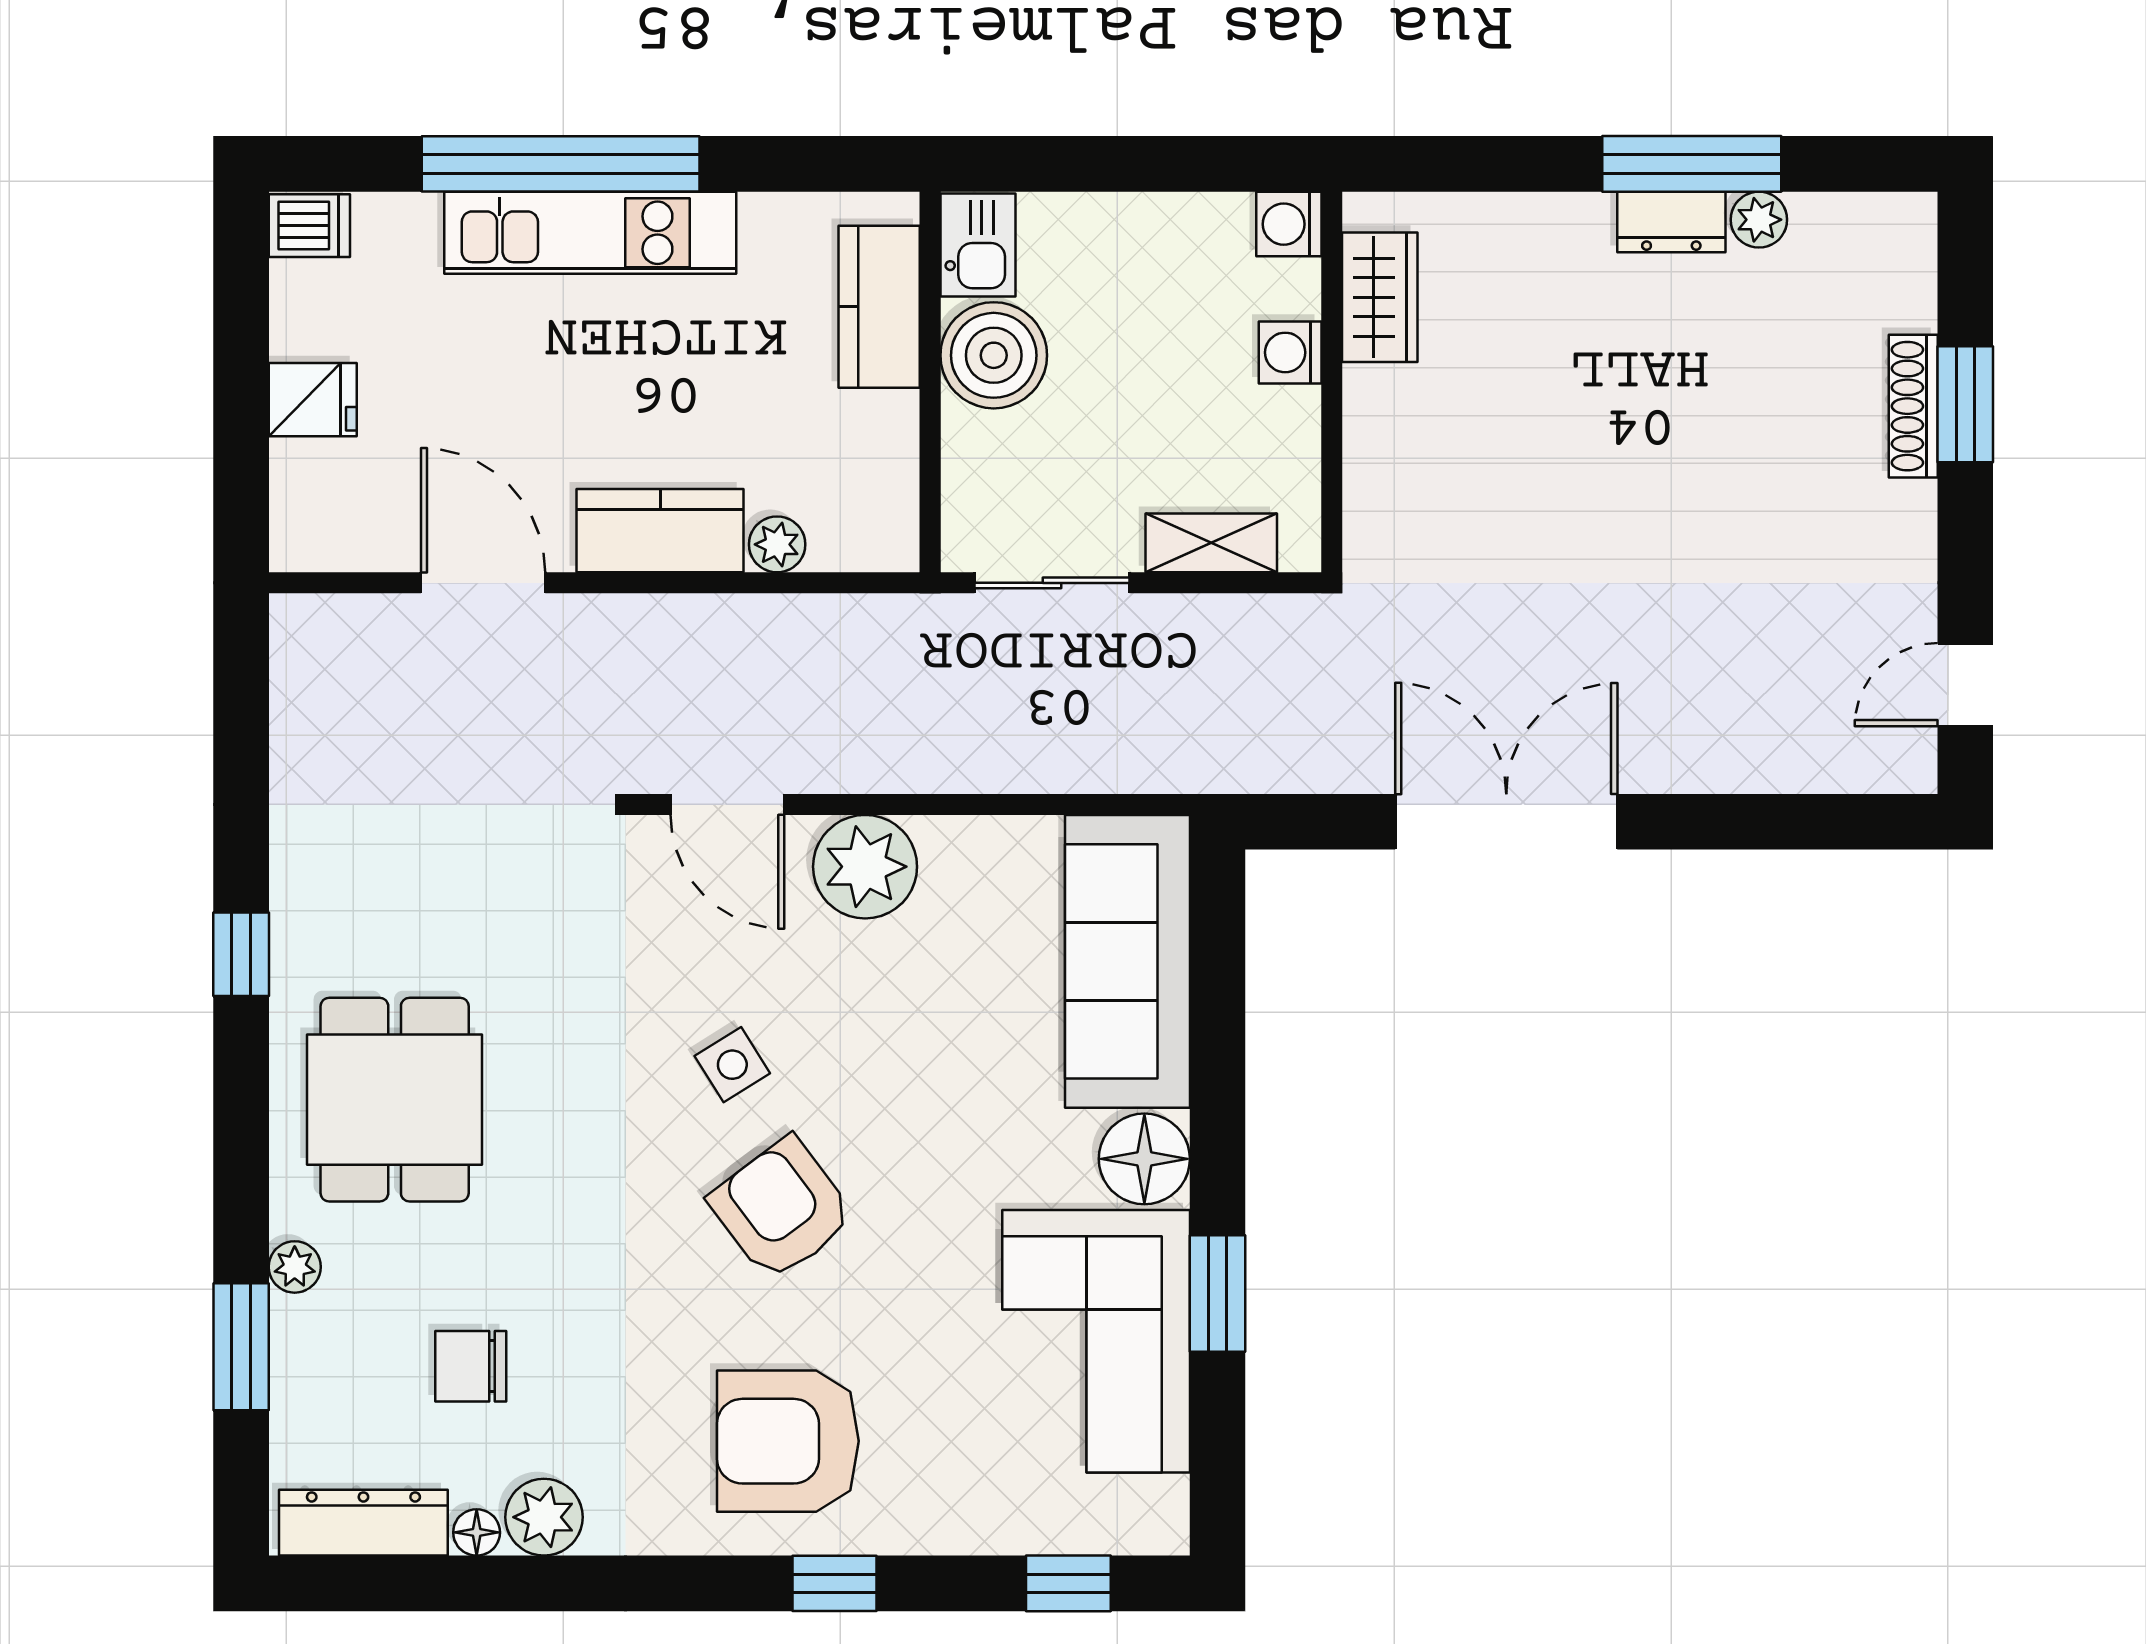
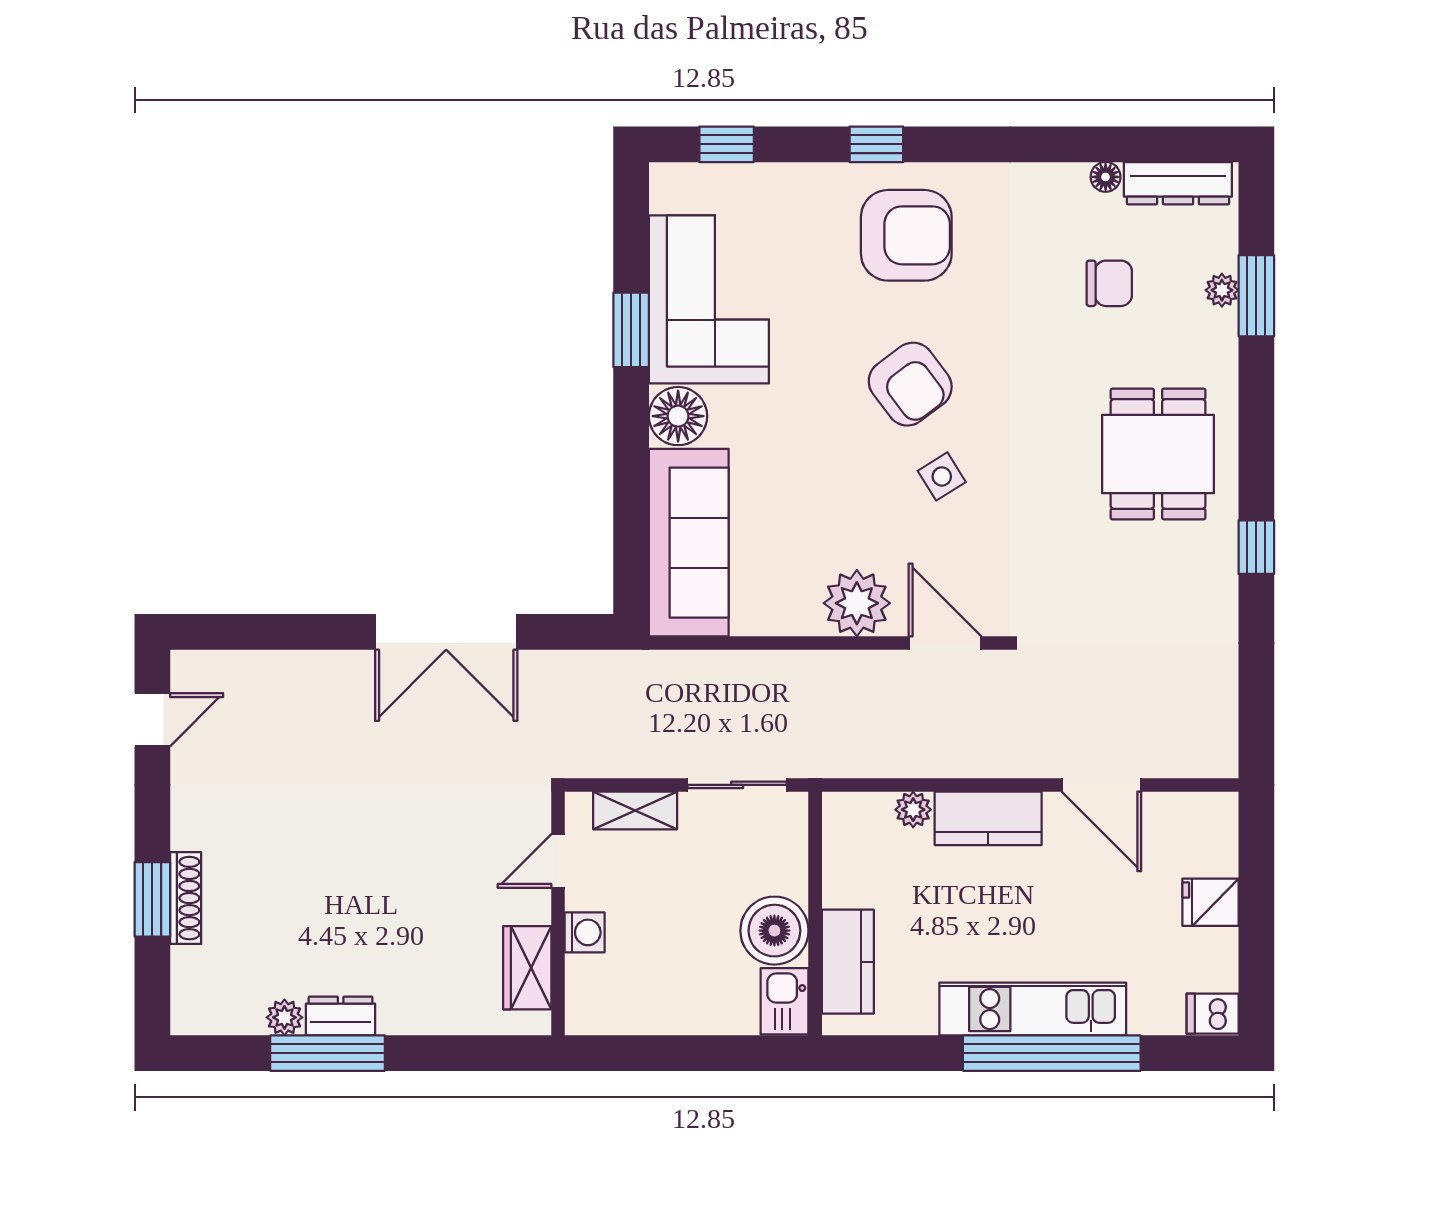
washing machine: (1289, 224) -> (585, 1015), removed
door: (1332, 464) -> (558, 861), added
plant: (295, 1267) -> (1222, 290), moved
plant: (544, 1517) -> (1062, 187), removed

